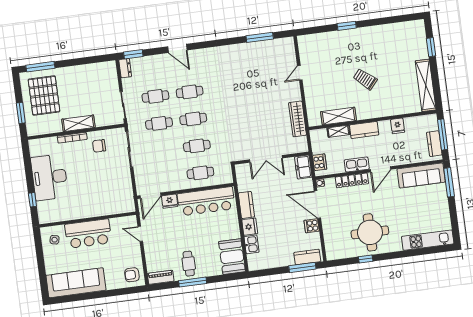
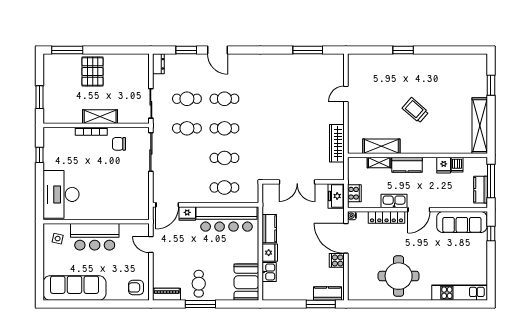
window: (133, 54) -> (186, 50), moved
pallet: (44, 95) -> (93, 71), moved, width x0.73, depth x0.71
dishwasher: (410, 124) -> (457, 165), added
desk: (49, 177) -> (61, 194), moved
window: (449, 182) -> (491, 233), width x0.46
window: (32, 200) -> (40, 155), moved
window: (366, 259) -> (390, 304), removed

